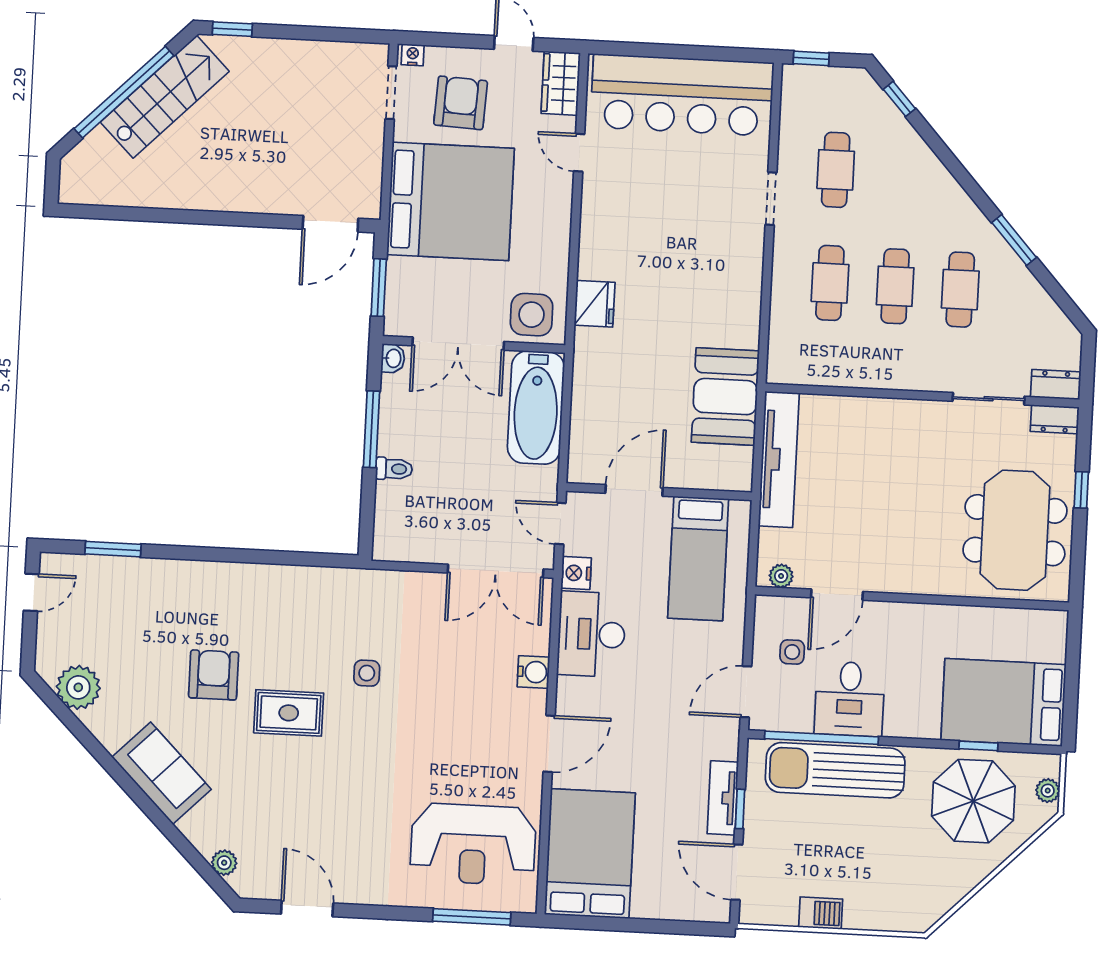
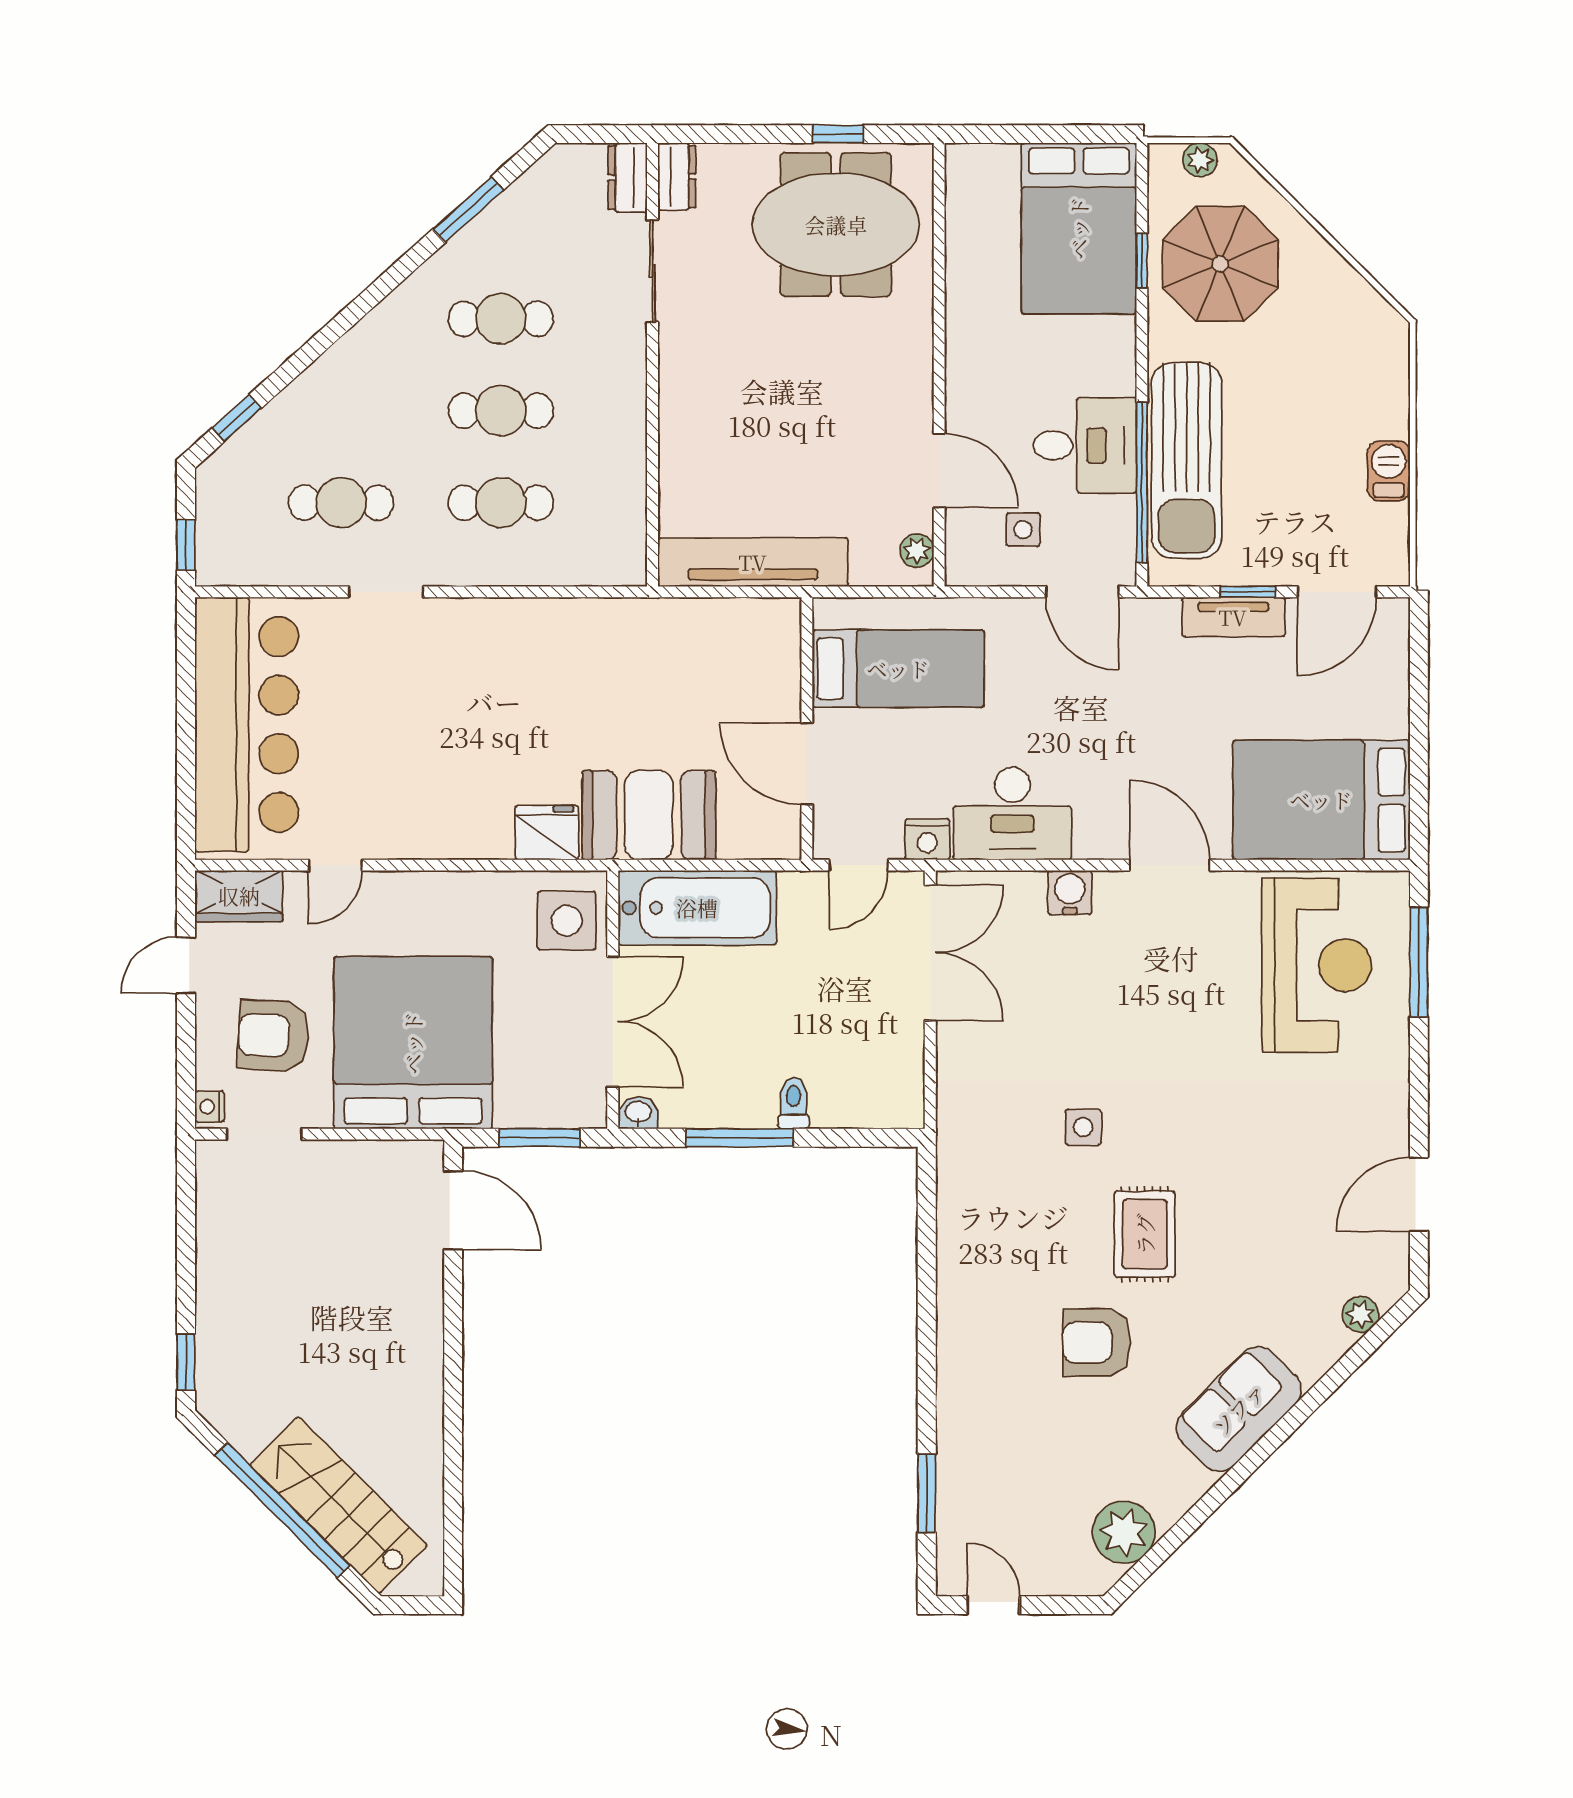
stairs: (165, 97) -> (339, 1505), moved
window: (1014, 240) -> (468, 209), moved
booth: (725, 397) -> (649, 815), moved
window: (1081, 490) -> (838, 134), moved

